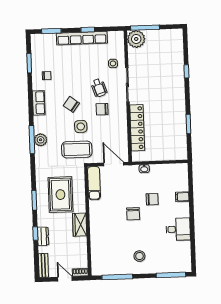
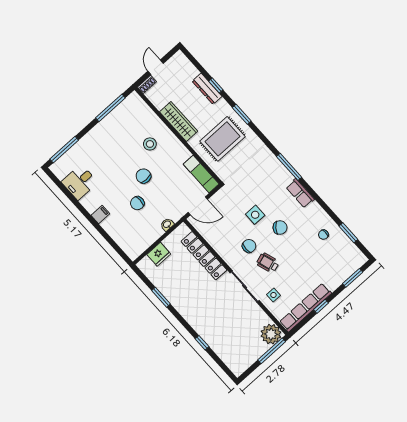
row of seats: (82, 38) -> (305, 308), moved
row of seats: (39, 103) -> (300, 193), moved
plant: (41, 140) -> (281, 173), removed
coffee table: (77, 149) -> (242, 191), removed
fridge: (166, 154) -> (159, 254), added
rug: (60, 195) -> (222, 139), turned 90
filing cabinet: (182, 197) -> (100, 215), moved
wardrobe: (80, 225) -> (179, 122), width x1.50
desk: (178, 229) -> (80, 182), moved
dresser: (43, 236) -> (207, 89), width x1.44
stool: (139, 256) -> (150, 144), moved
bench: (43, 265) -> (185, 63), removed
door: (65, 279) -> (156, 67), swing flipped

